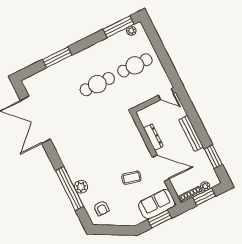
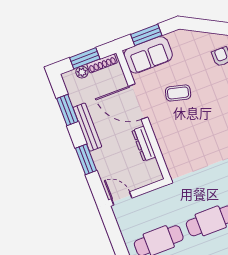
window: (196, 121) -> (86, 159), added
bench: (191, 133) -> (87, 127), moved

